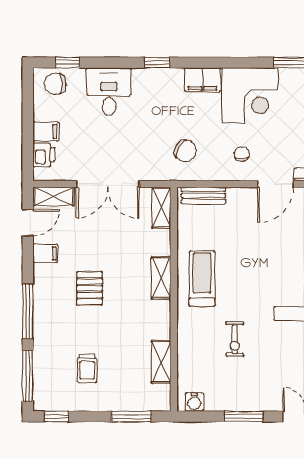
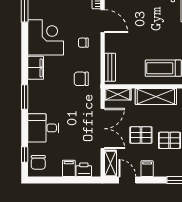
window: (157, 63) -> (25, 97), width x1.50
chair: (185, 151) -> (81, 79), turned -118
pallet: (98, 244) -> (141, 135), added
shelving: (161, 278) -> (156, 96), width x1.50, depth x1.33

